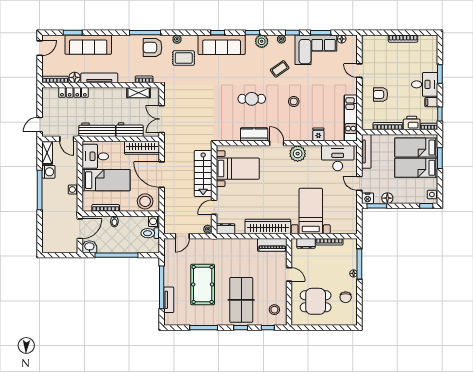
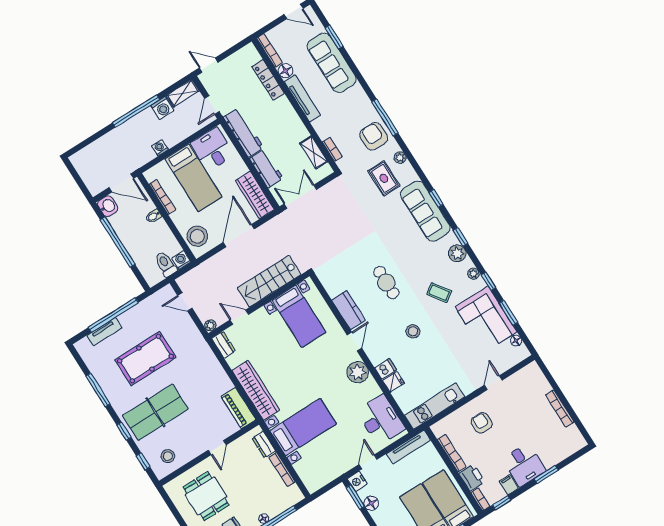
dishwasher: (307, 134) -> (386, 369), added

